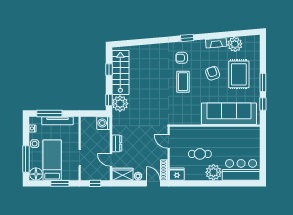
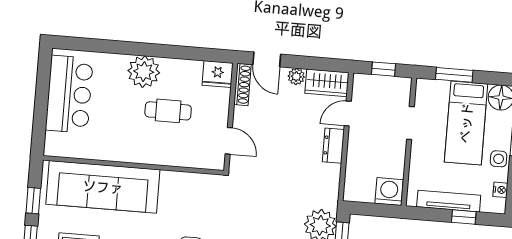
window: (49, 113) -> (464, 217), width x0.46
washing machine: (103, 123) -> (389, 192), moved, turned -90
door: (111, 160) -> (348, 113), swing flipped
bar counter: (241, 170) -> (69, 94), moved, turned -90

